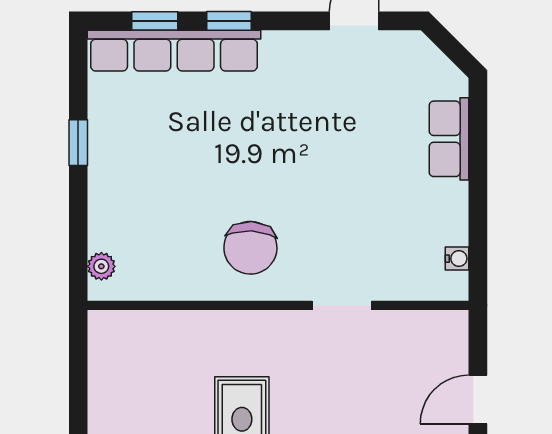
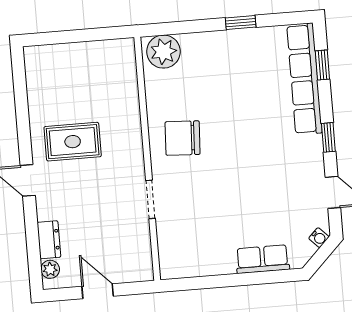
window: (229, 21) -> (328, 137), moved
water cooler: (457, 259) -> (319, 238), moved, turned -45
plant: (101, 266) -> (164, 52), width x1.87, depth x1.87

